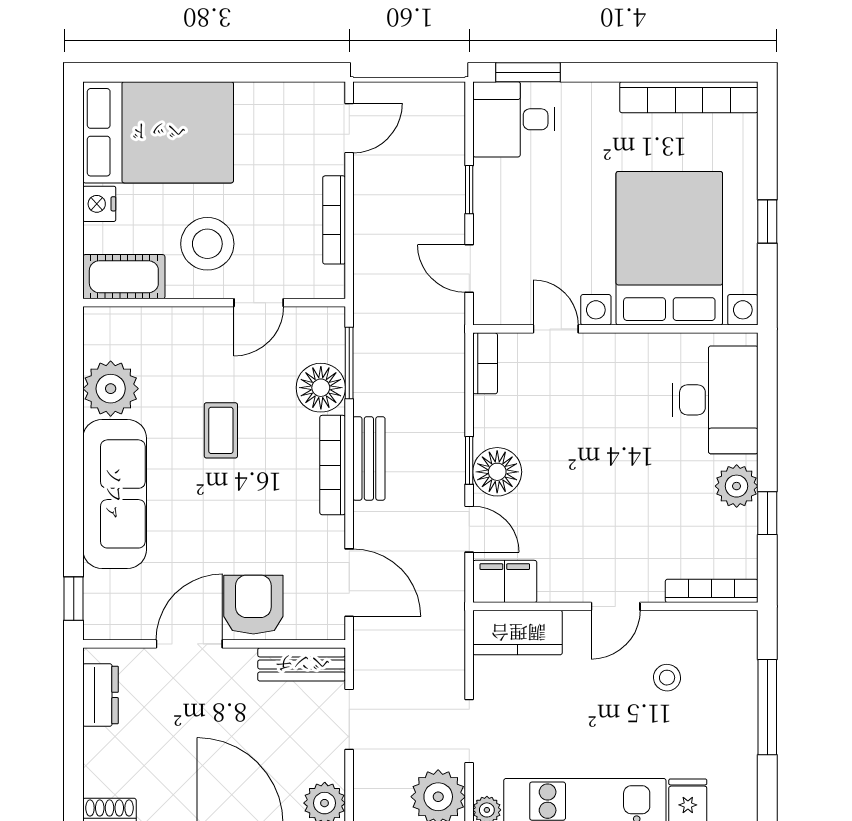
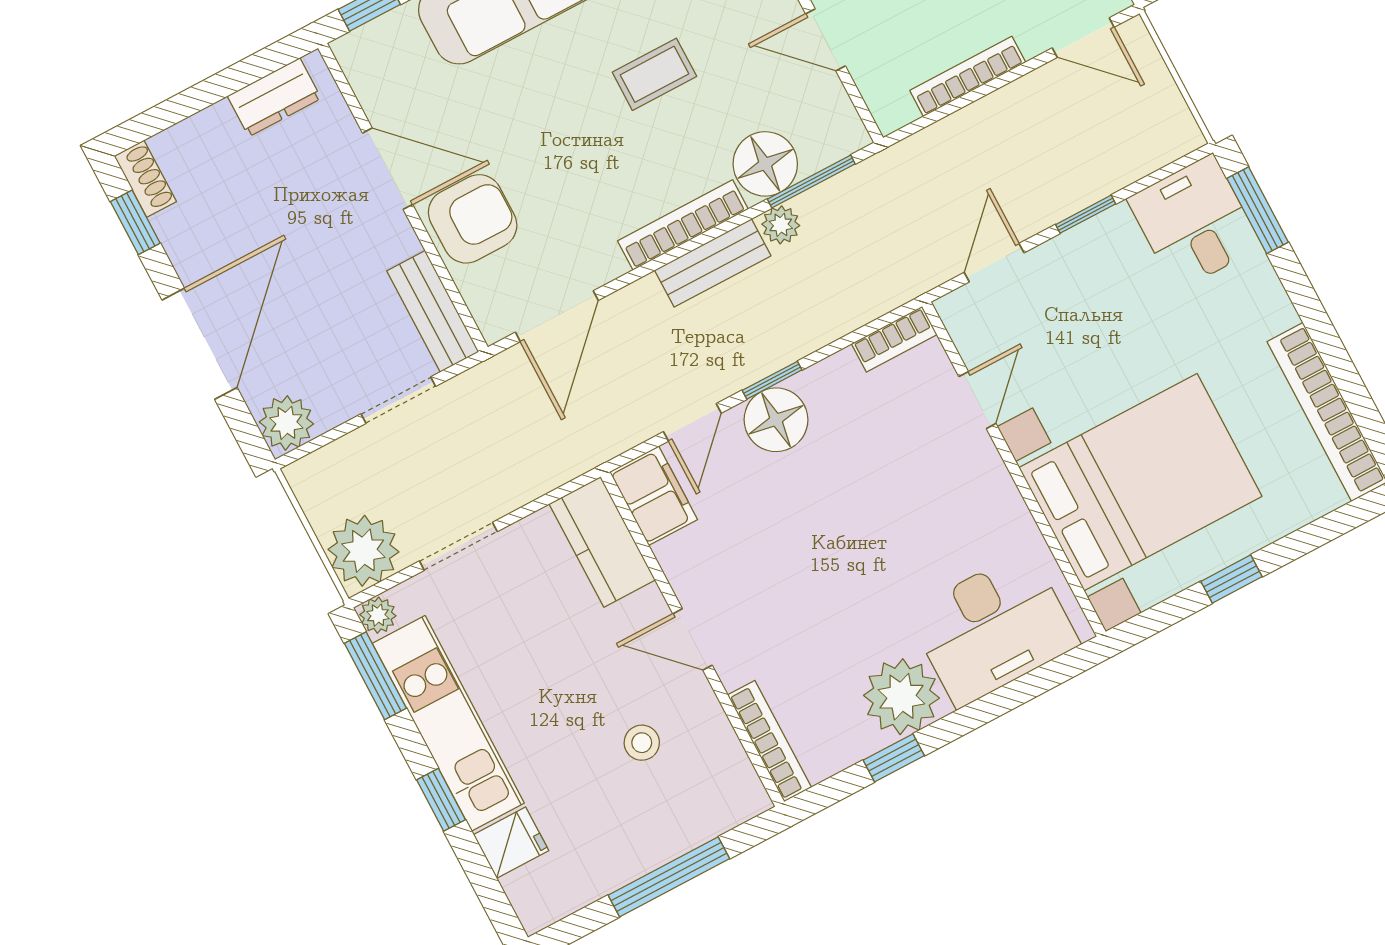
plant: (368, 399) -> (781, 225), added
plant: (737, 486) -> (901, 697), width x1.36, depth x1.36

